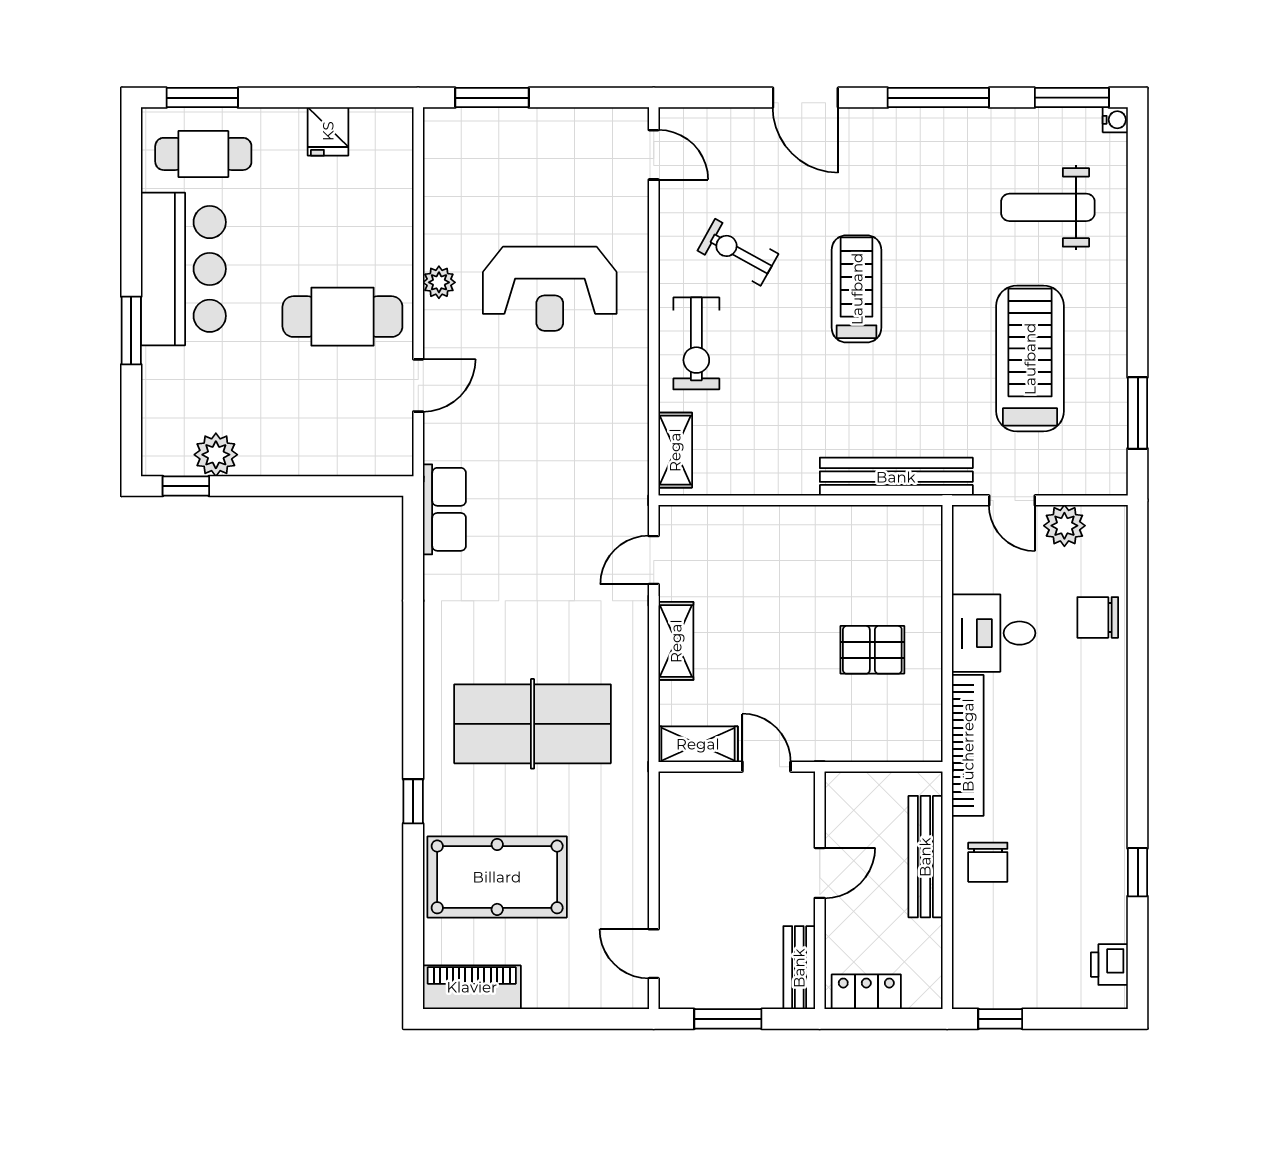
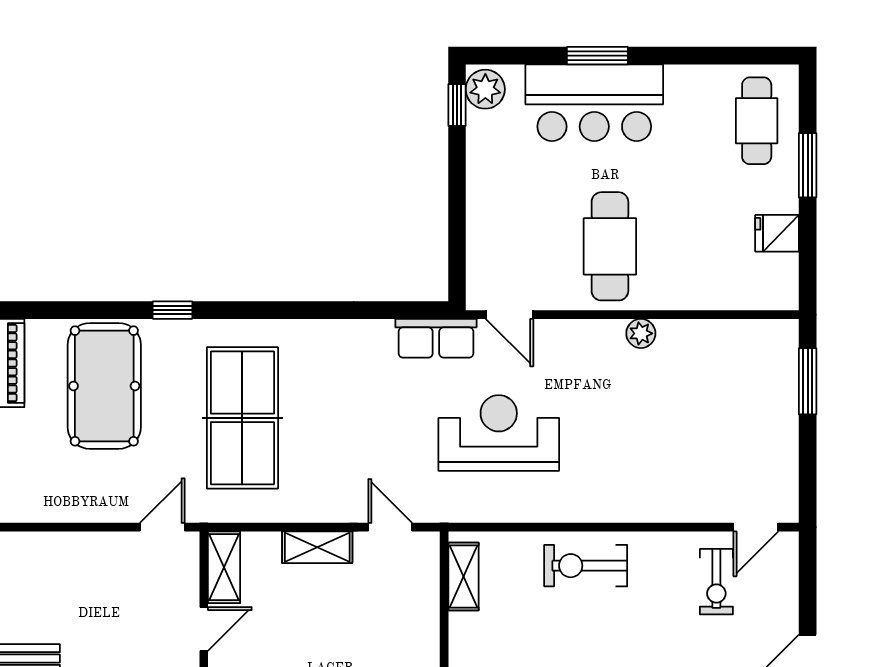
window: (202, 98) -> (808, 165), moved
exercise bike: (738, 252) -> (716, 582), moved, turned 151
bar counter: (183, 269) -> (594, 103), moved
reception desk: (550, 289) -> (499, 433), moved, turned 90
door: (418, 385) -> (509, 315), moved
shelving: (675, 450) -> (464, 577), moved, turned 90
plant: (216, 455) -> (485, 89), moved
door: (654, 954) -> (162, 527), moved

